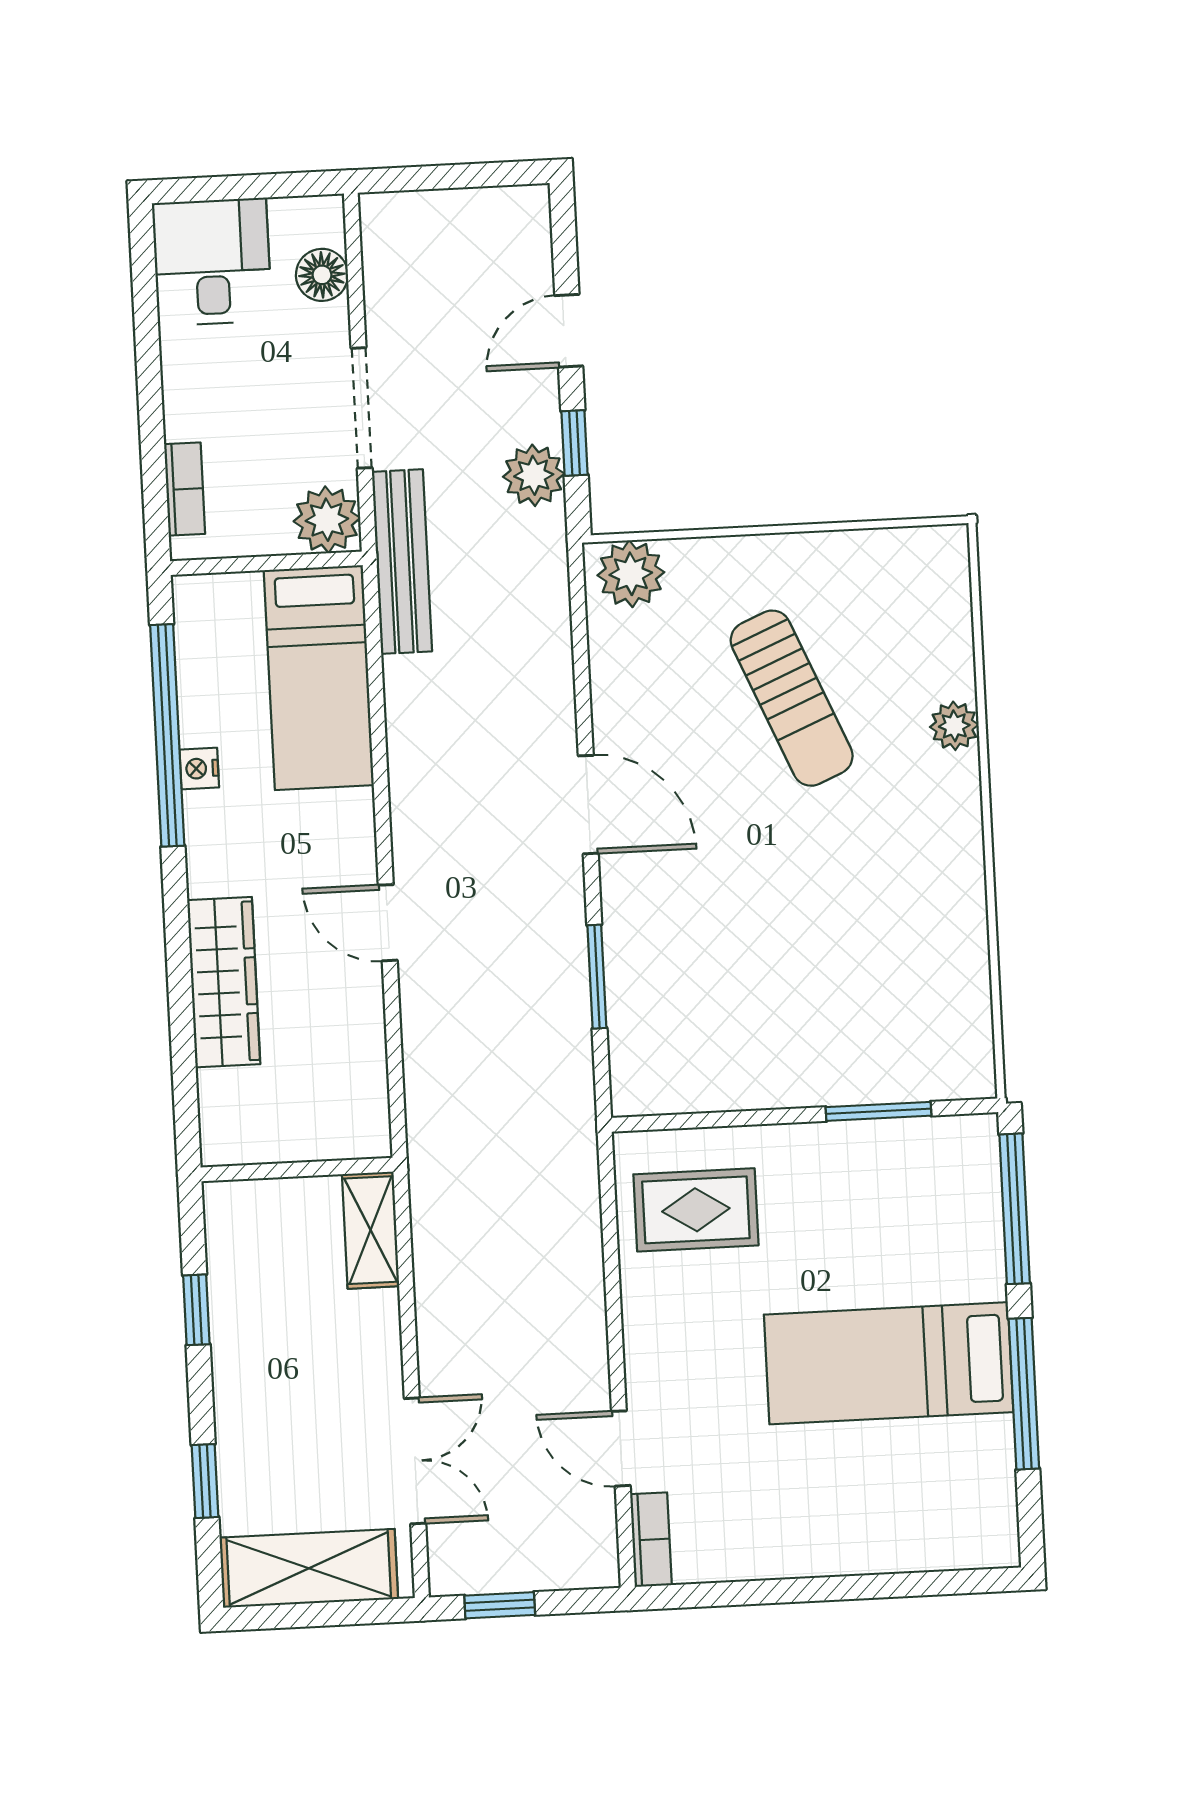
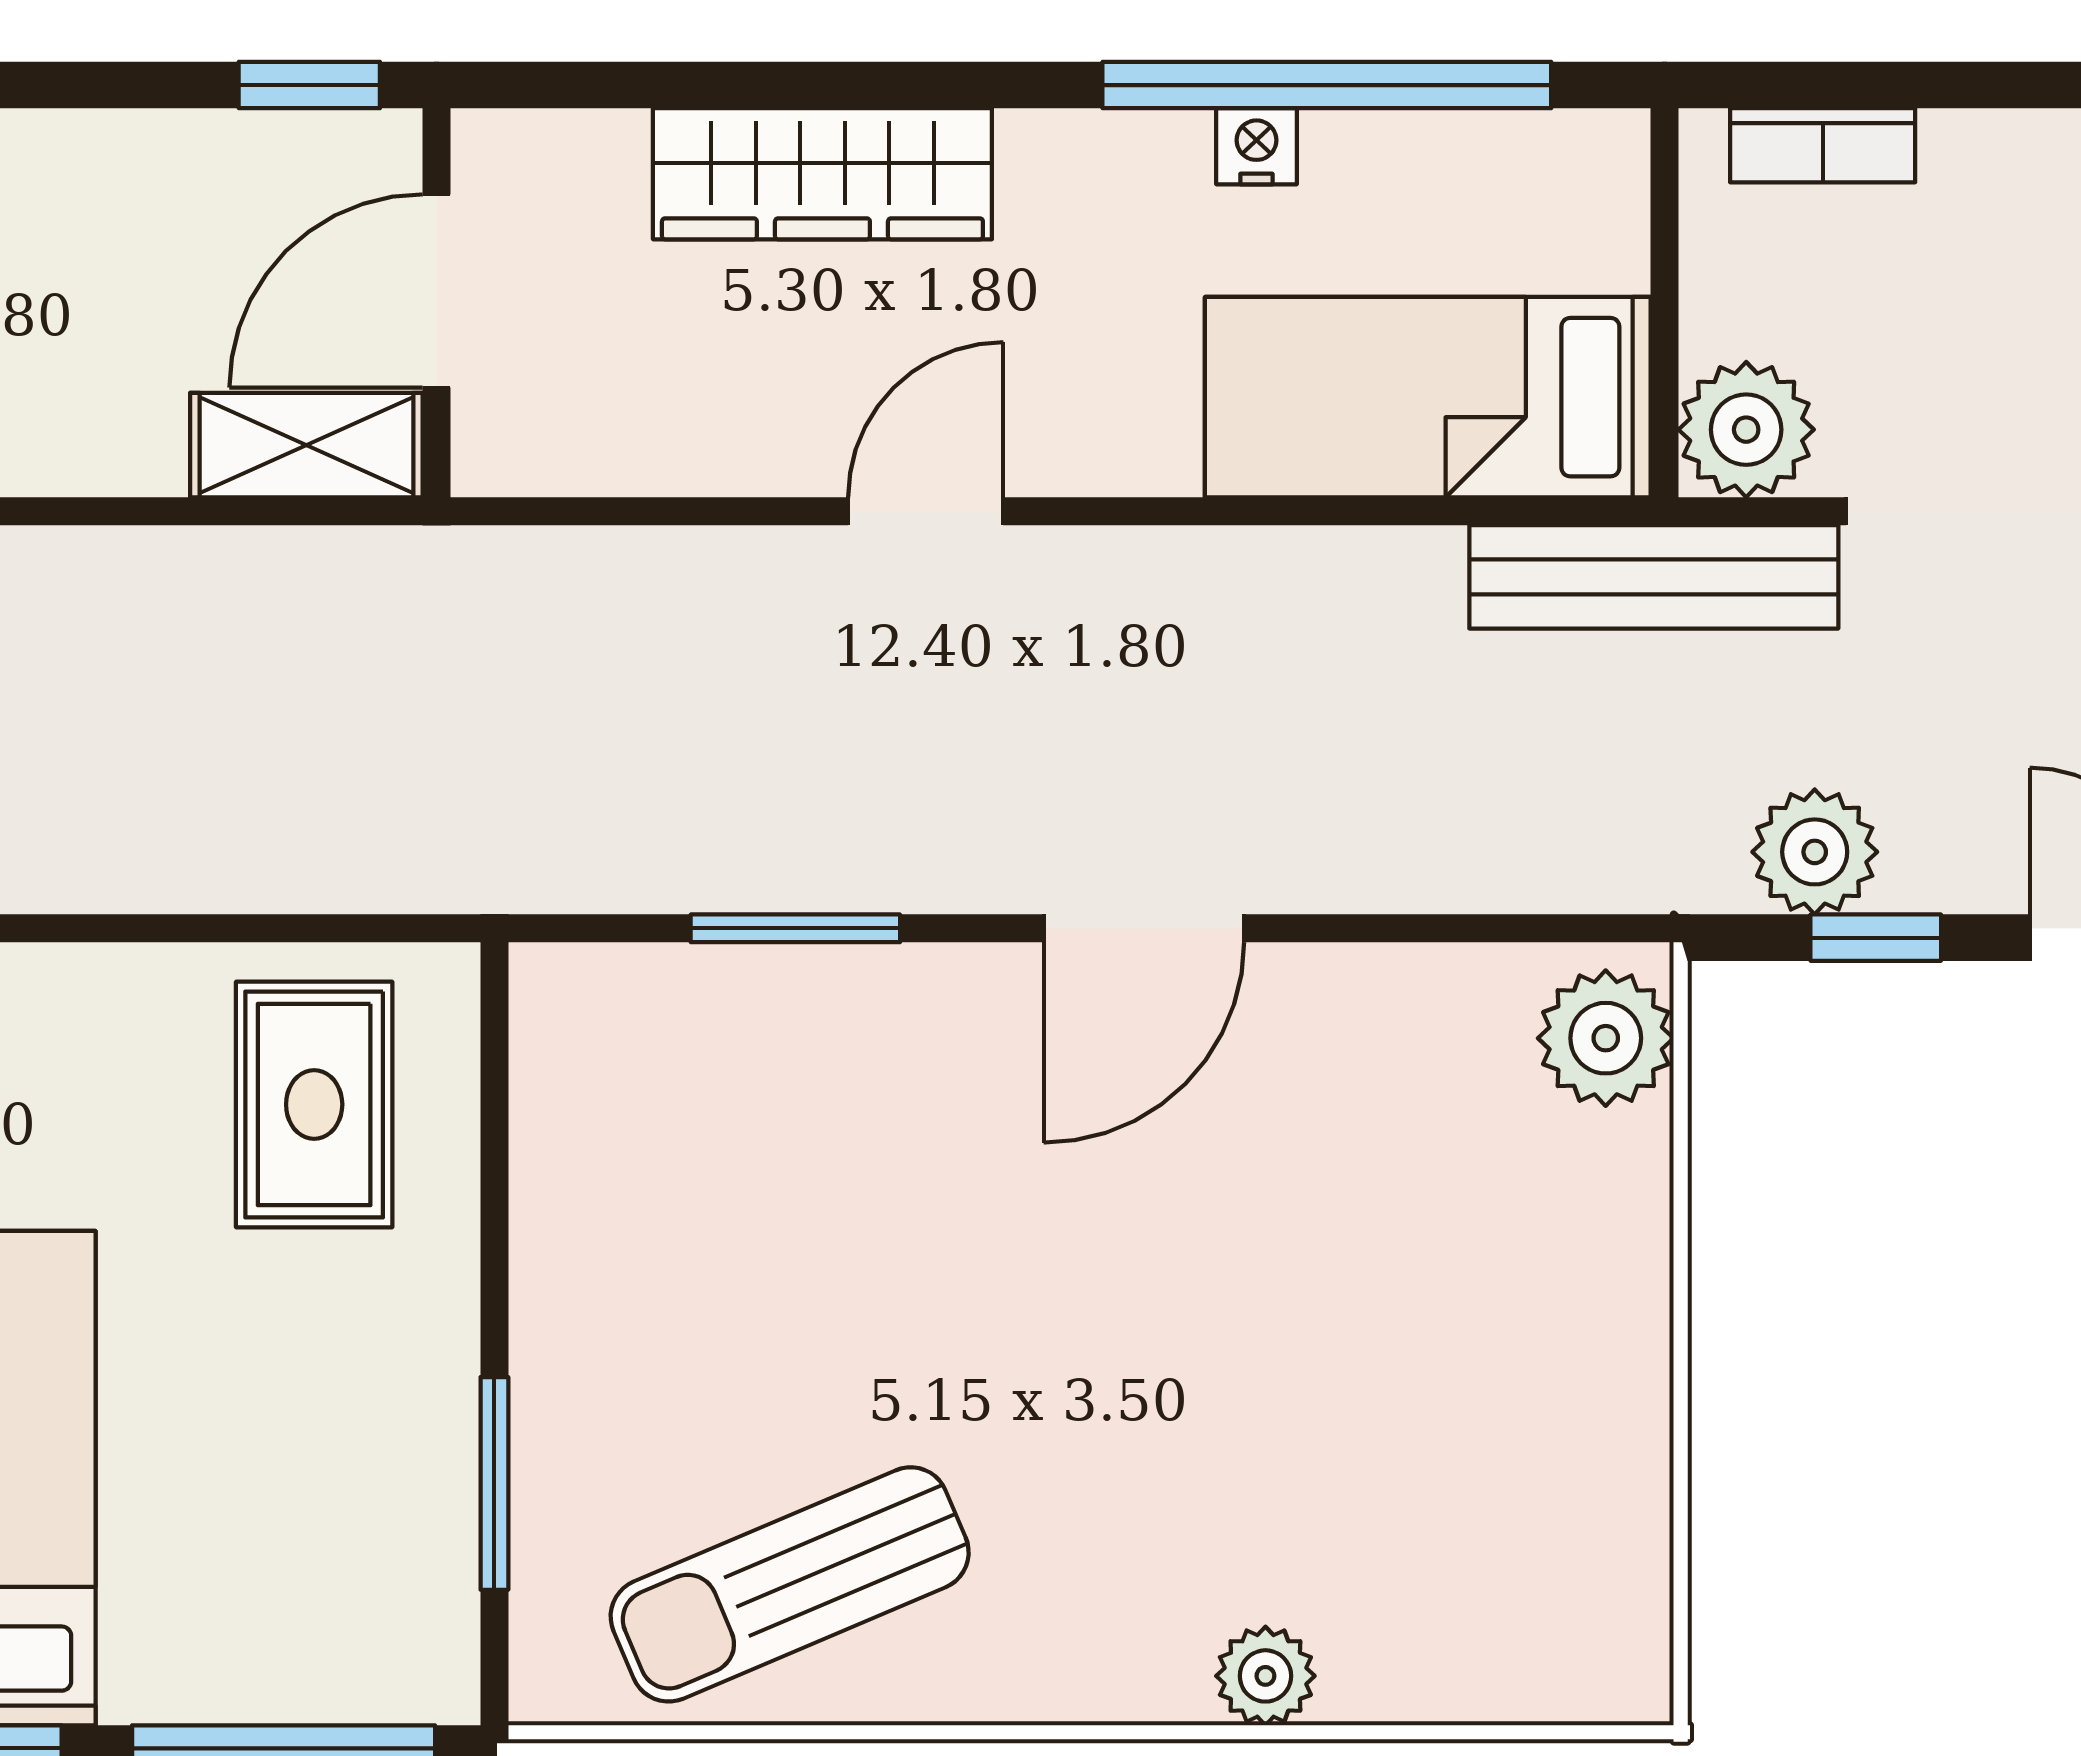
sun lounger: (792, 698) -> (790, 1584), moved
door: (291, 1170) -> (437, 291), added
window: (196, 1310) -> (309, 85), moved

